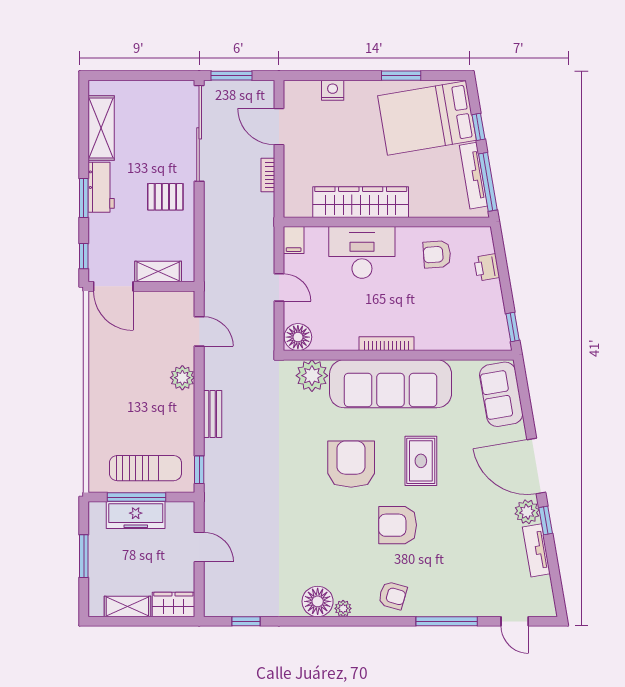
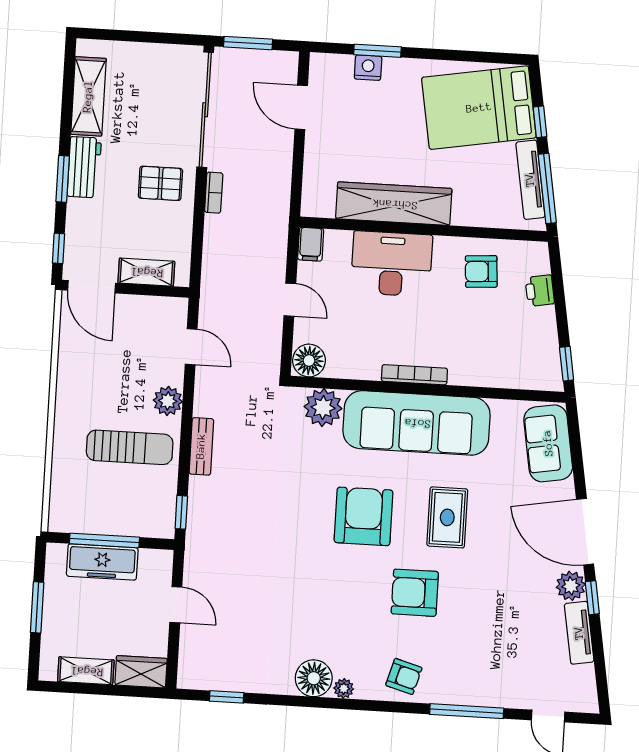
window: (401, 76) -> (377, 51), moved
bookcase: (268, 175) -> (214, 193), moved, turned 180
sun lounger: (145, 468) -> (130, 447), moved

